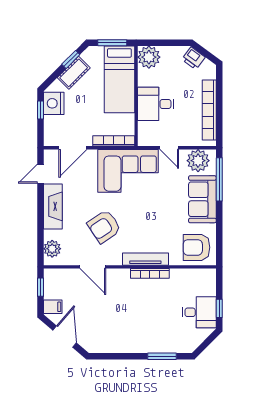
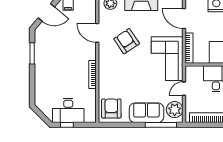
tv unit: (145, 259) -> (103, 71), removed
door: (93, 267) -> (97, 33), hinge flipped
desk: (199, 312) -> (68, 110), width x1.37
window: (162, 356) -> (32, 53), moved

